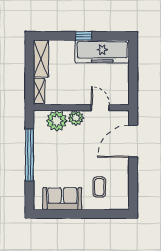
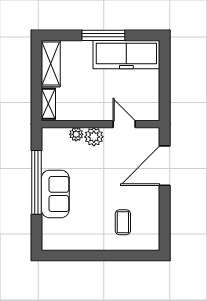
window: (84, 36) -> (103, 35), width x2.17
plant: (57, 121) -> (76, 134), width x0.53, depth x0.53
sofa: (62, 199) -> (55, 194), moved, turned 90

